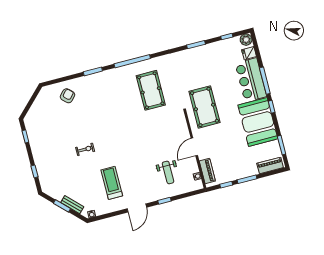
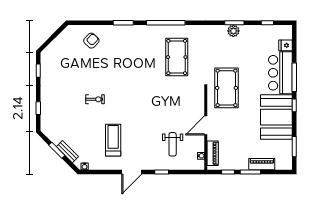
plant: (246, 40) -> (233, 31), moved
piano: (270, 165) -> (262, 164), moved

